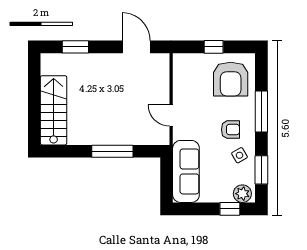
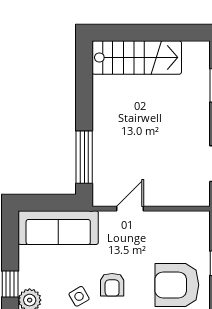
window: (112, 151) -> (84, 157), moved

